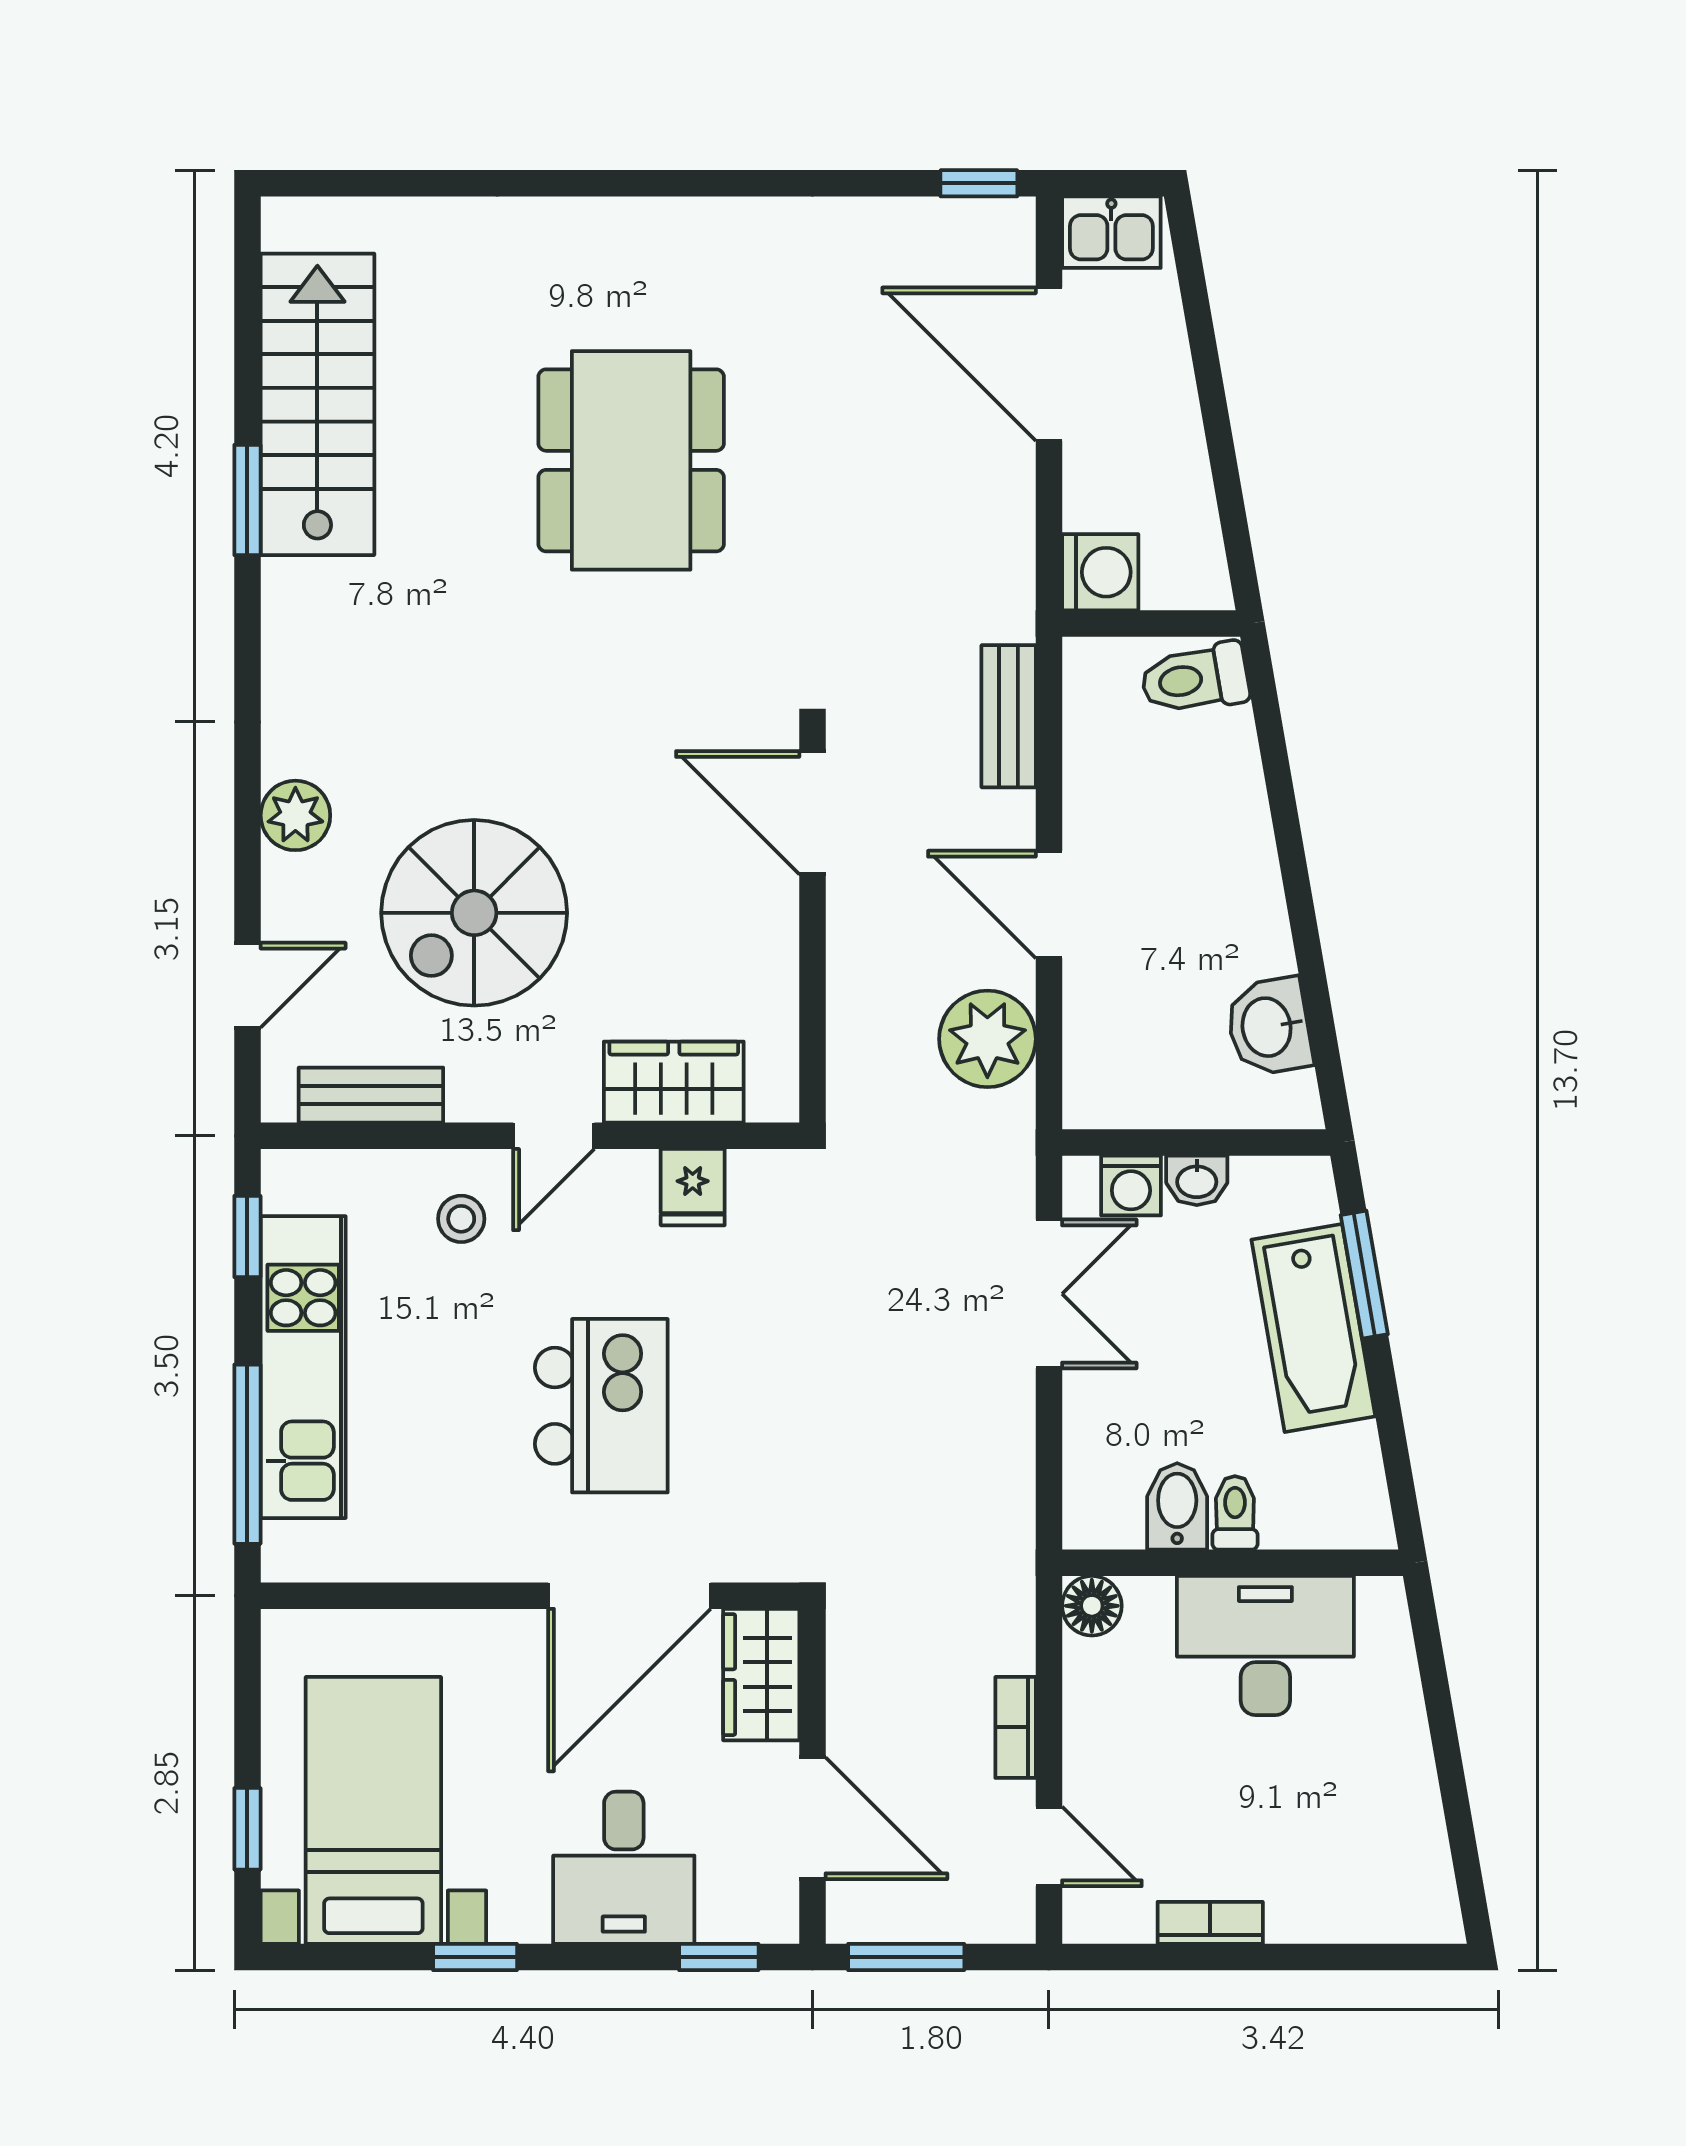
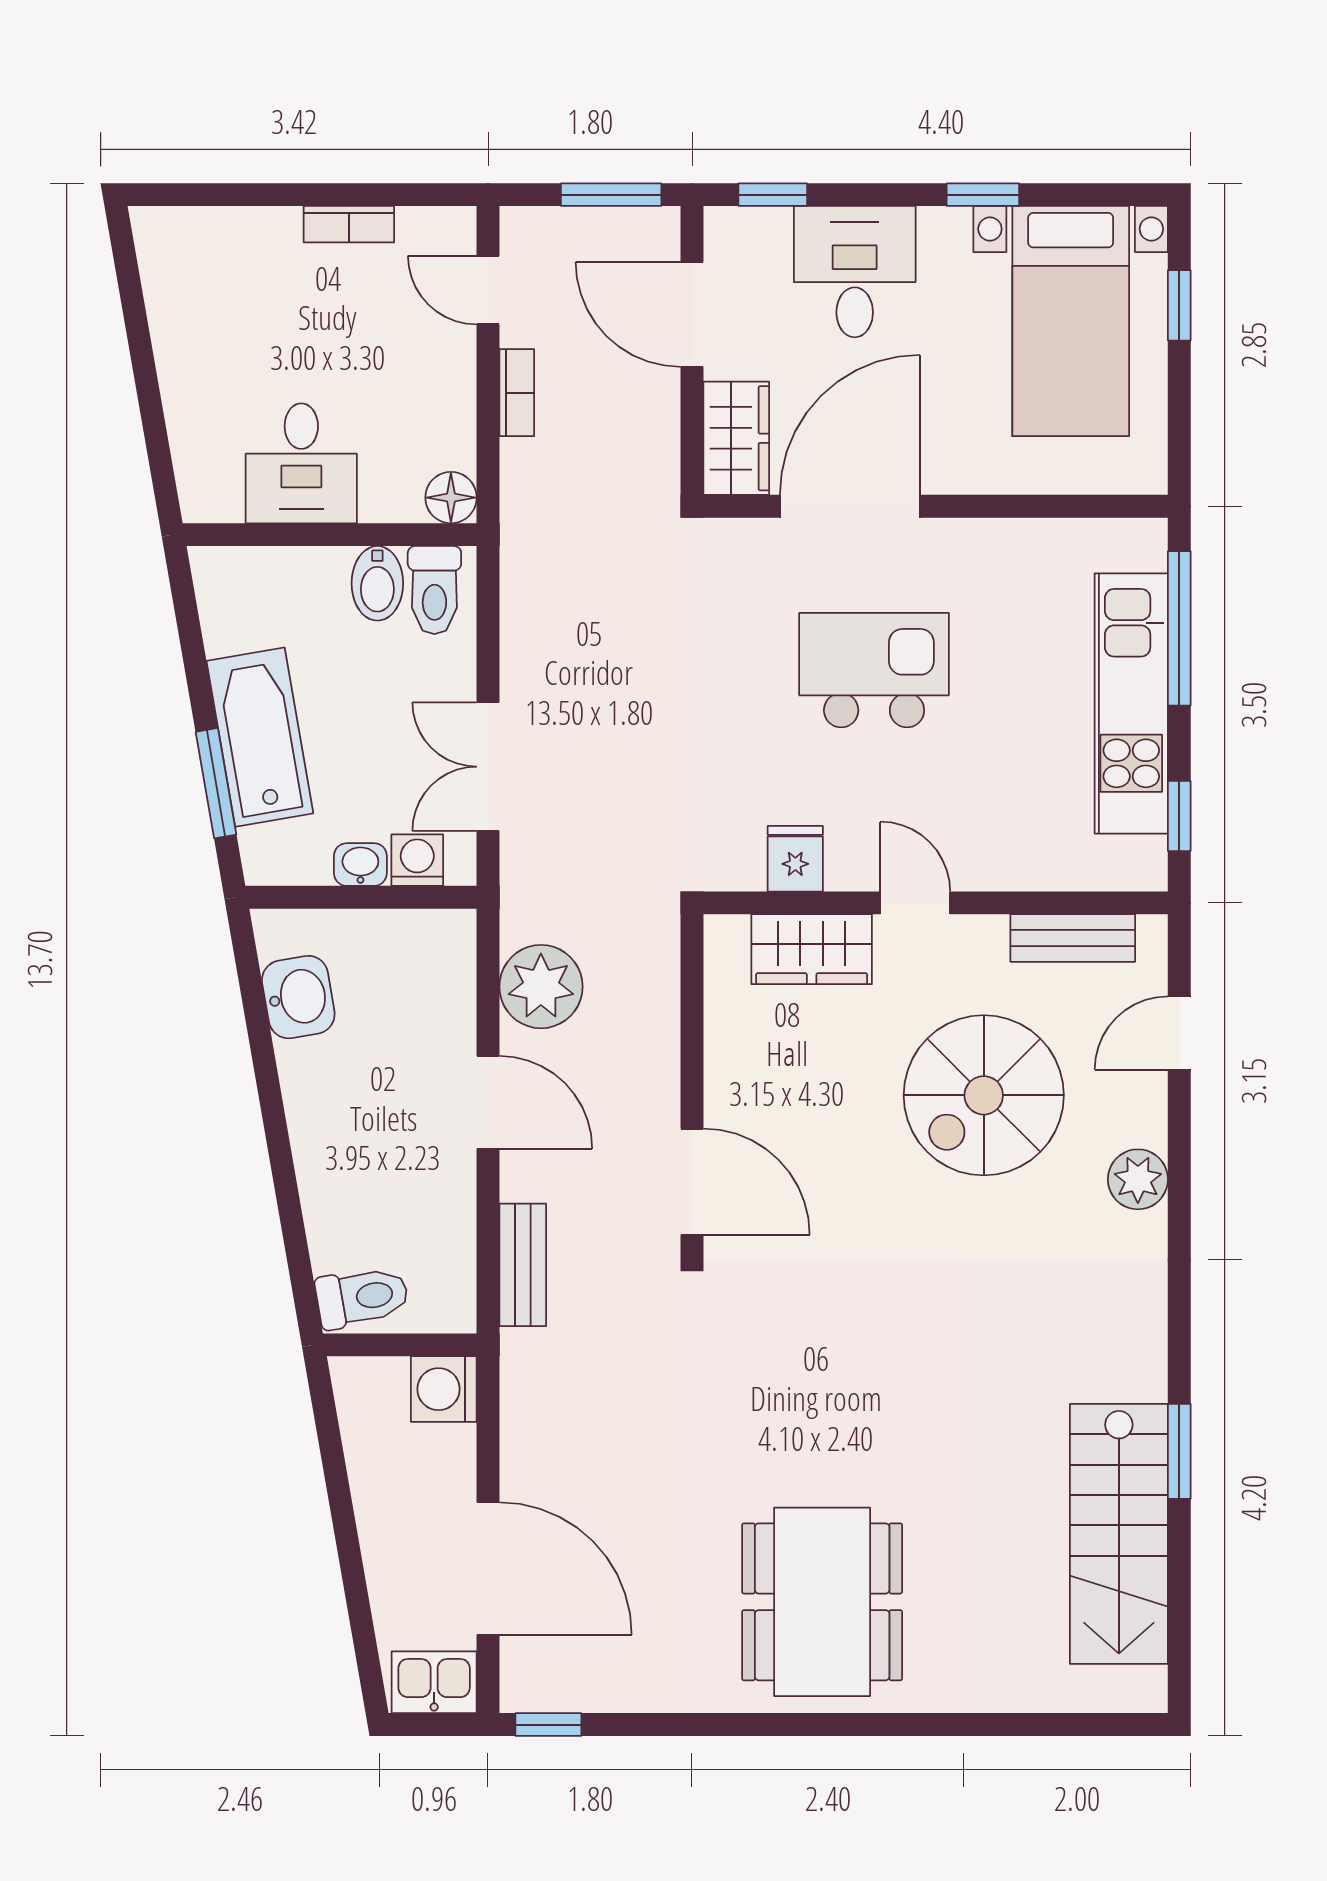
dining table: (631, 460) -> (822, 1602), moved
spiral stairs: (474, 913) -> (984, 1095), turned 180
door: (554, 1136) -> (915, 903), hinge flipped
stool: (461, 1219) -> (995, 831), removed
kitchen island: (601, 1406) -> (874, 670), turned 90
toilet: (1235, 1513) -> (434, 590), moved, width x1.37, depth x1.39
desk: (1265, 1646) -> (301, 463), width x0.73

